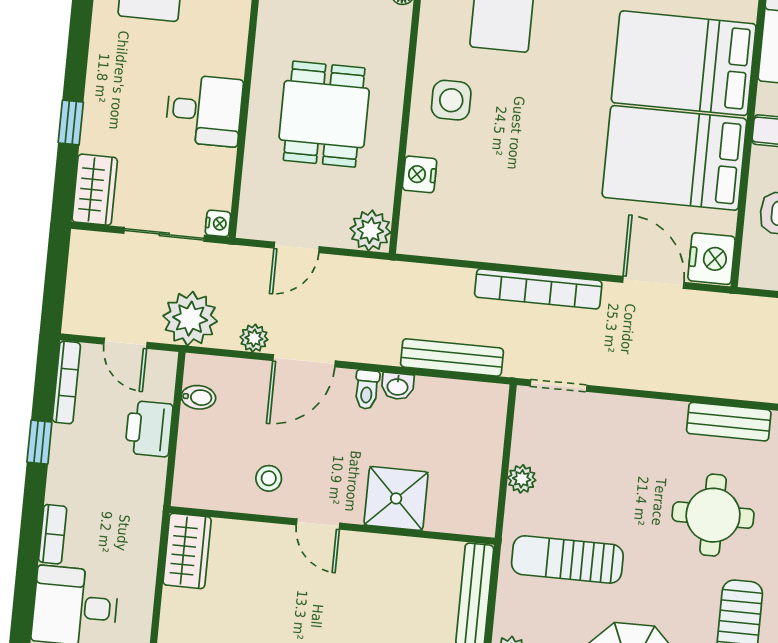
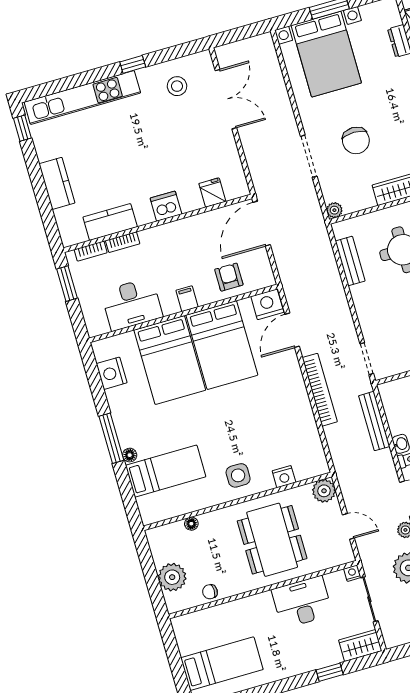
desk: (204, 110) -> (302, 602), width x1.37
dining table: (324, 114) -> (272, 540), width x1.37

